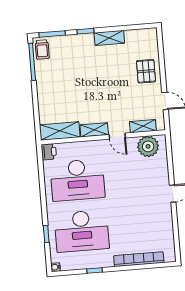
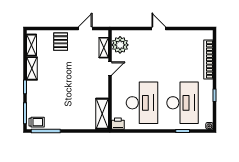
pallet: (146, 71) -> (61, 42), turned 90
shelving: (94, 130) -> (32, 45), moved

